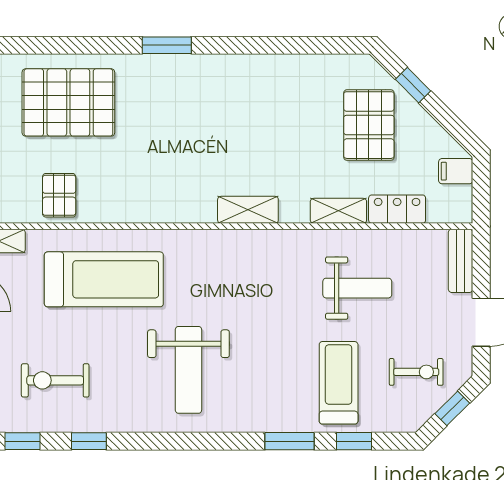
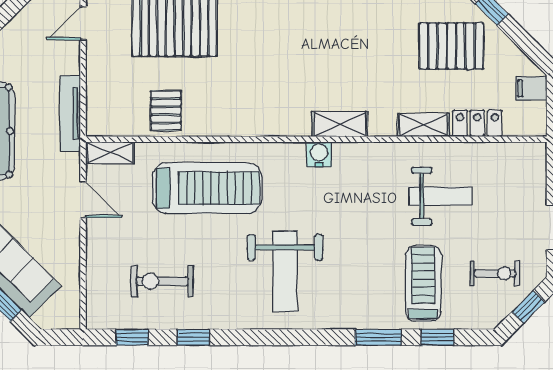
pallet: (369, 125) -> (451, 46), turned 90
water cooler: (225, 243) -> (319, 154), added
bench: (461, 261) -> (536, 171), removed

